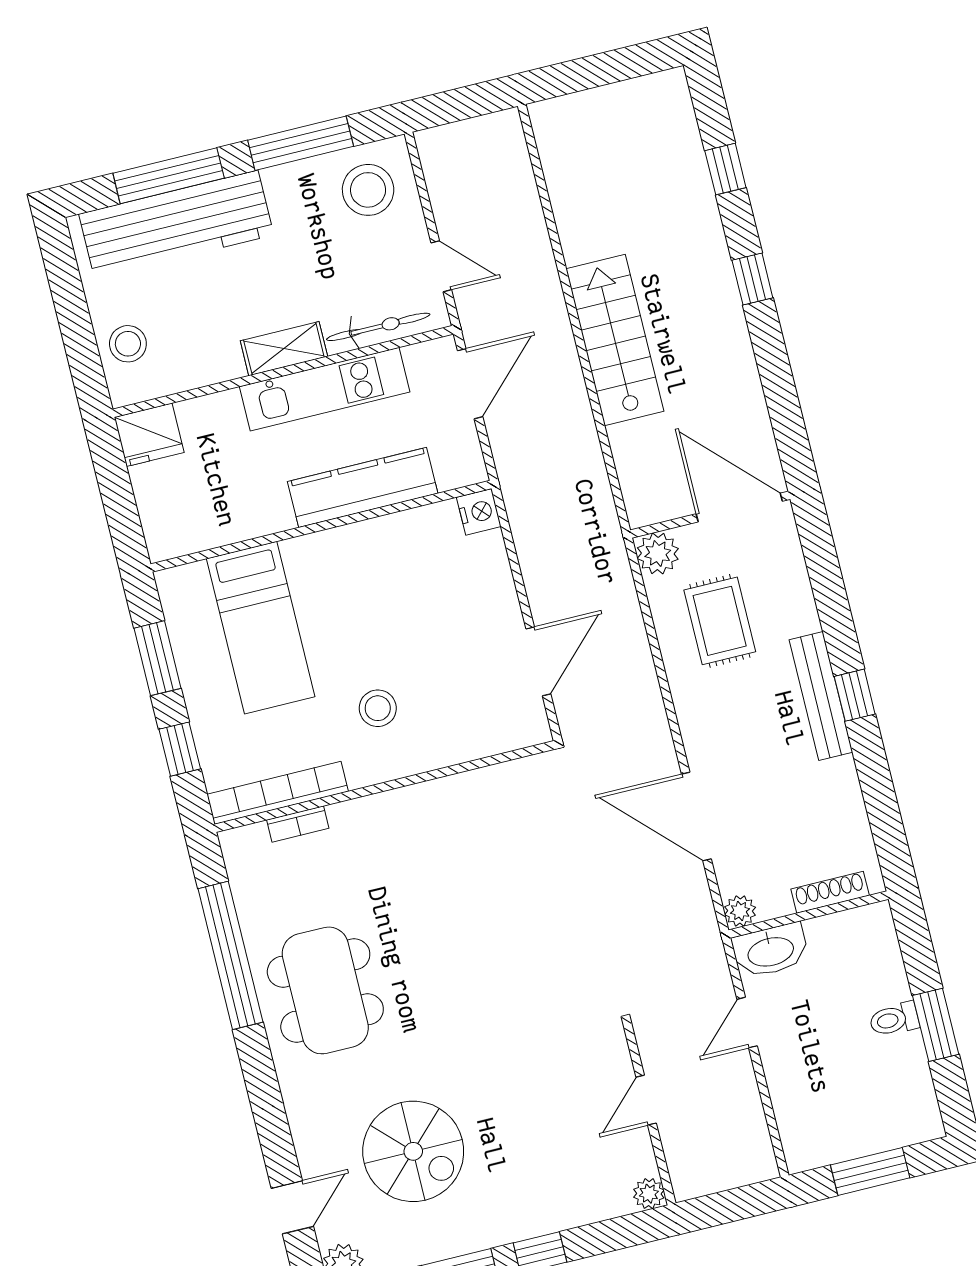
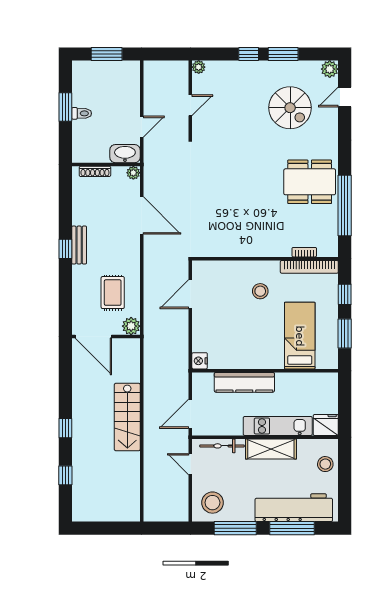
shelving: (284, 349) -> (271, 449), width x1.50, depth x1.33
kitchen unit: (325, 389) -> (278, 426), moved
bench: (821, 696) -> (79, 245), width x0.73
dining table: (325, 990) -> (310, 182), turned 90
spiral stairs: (413, 1151) -> (290, 108), turned 180

